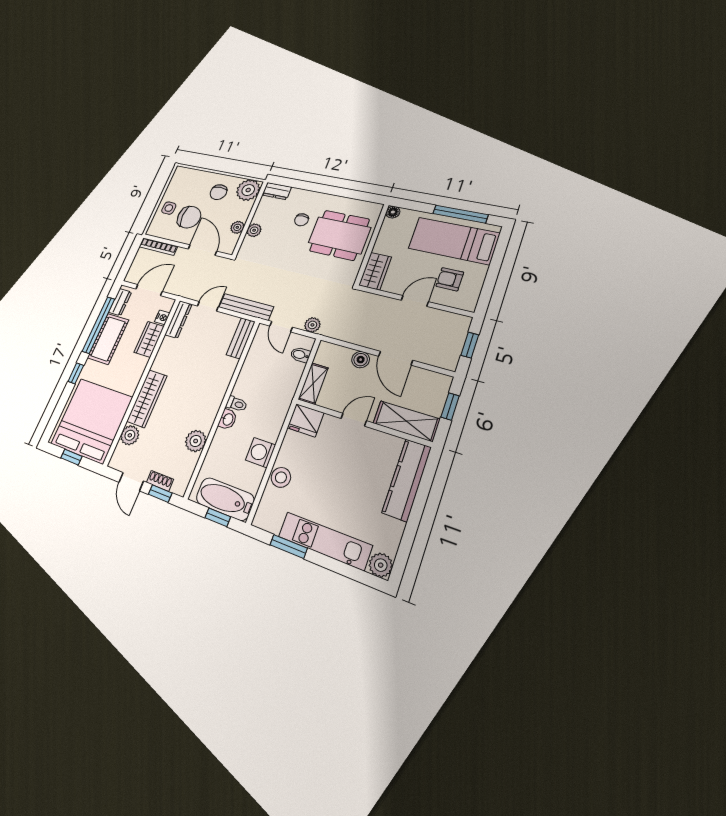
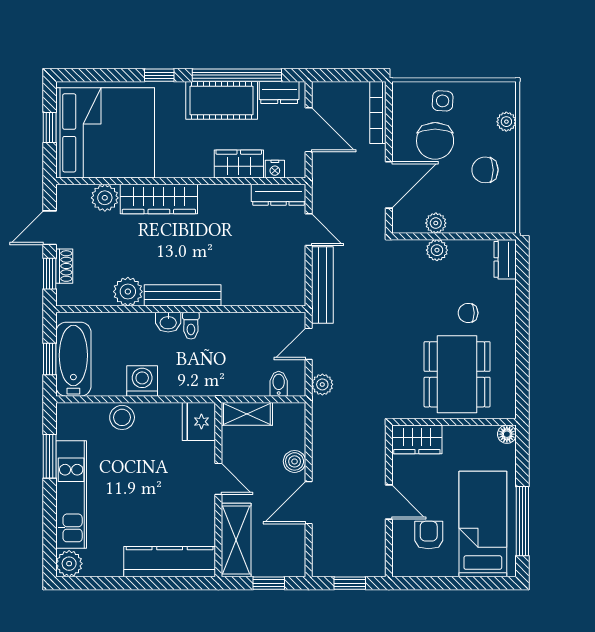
plant: (248, 190) -> (506, 122), moved, width x0.53, depth x0.53
bench: (241, 338) -> (183, 295), moved, width x1.36

